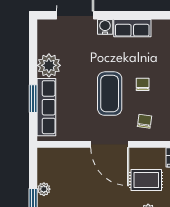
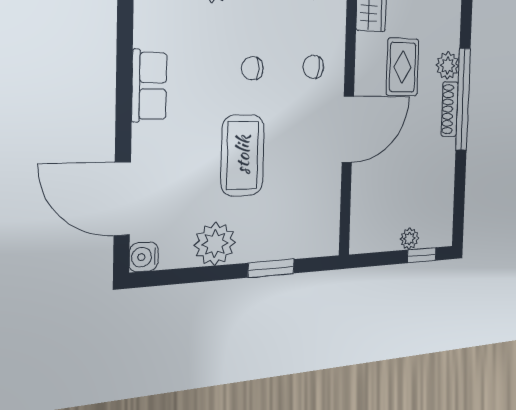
water cooler: (105, 27) -> (144, 257), moved
coffee table: (110, 94) -> (243, 155), moved, turned 90
row of seats: (46, 107) -> (286, 243), removed

